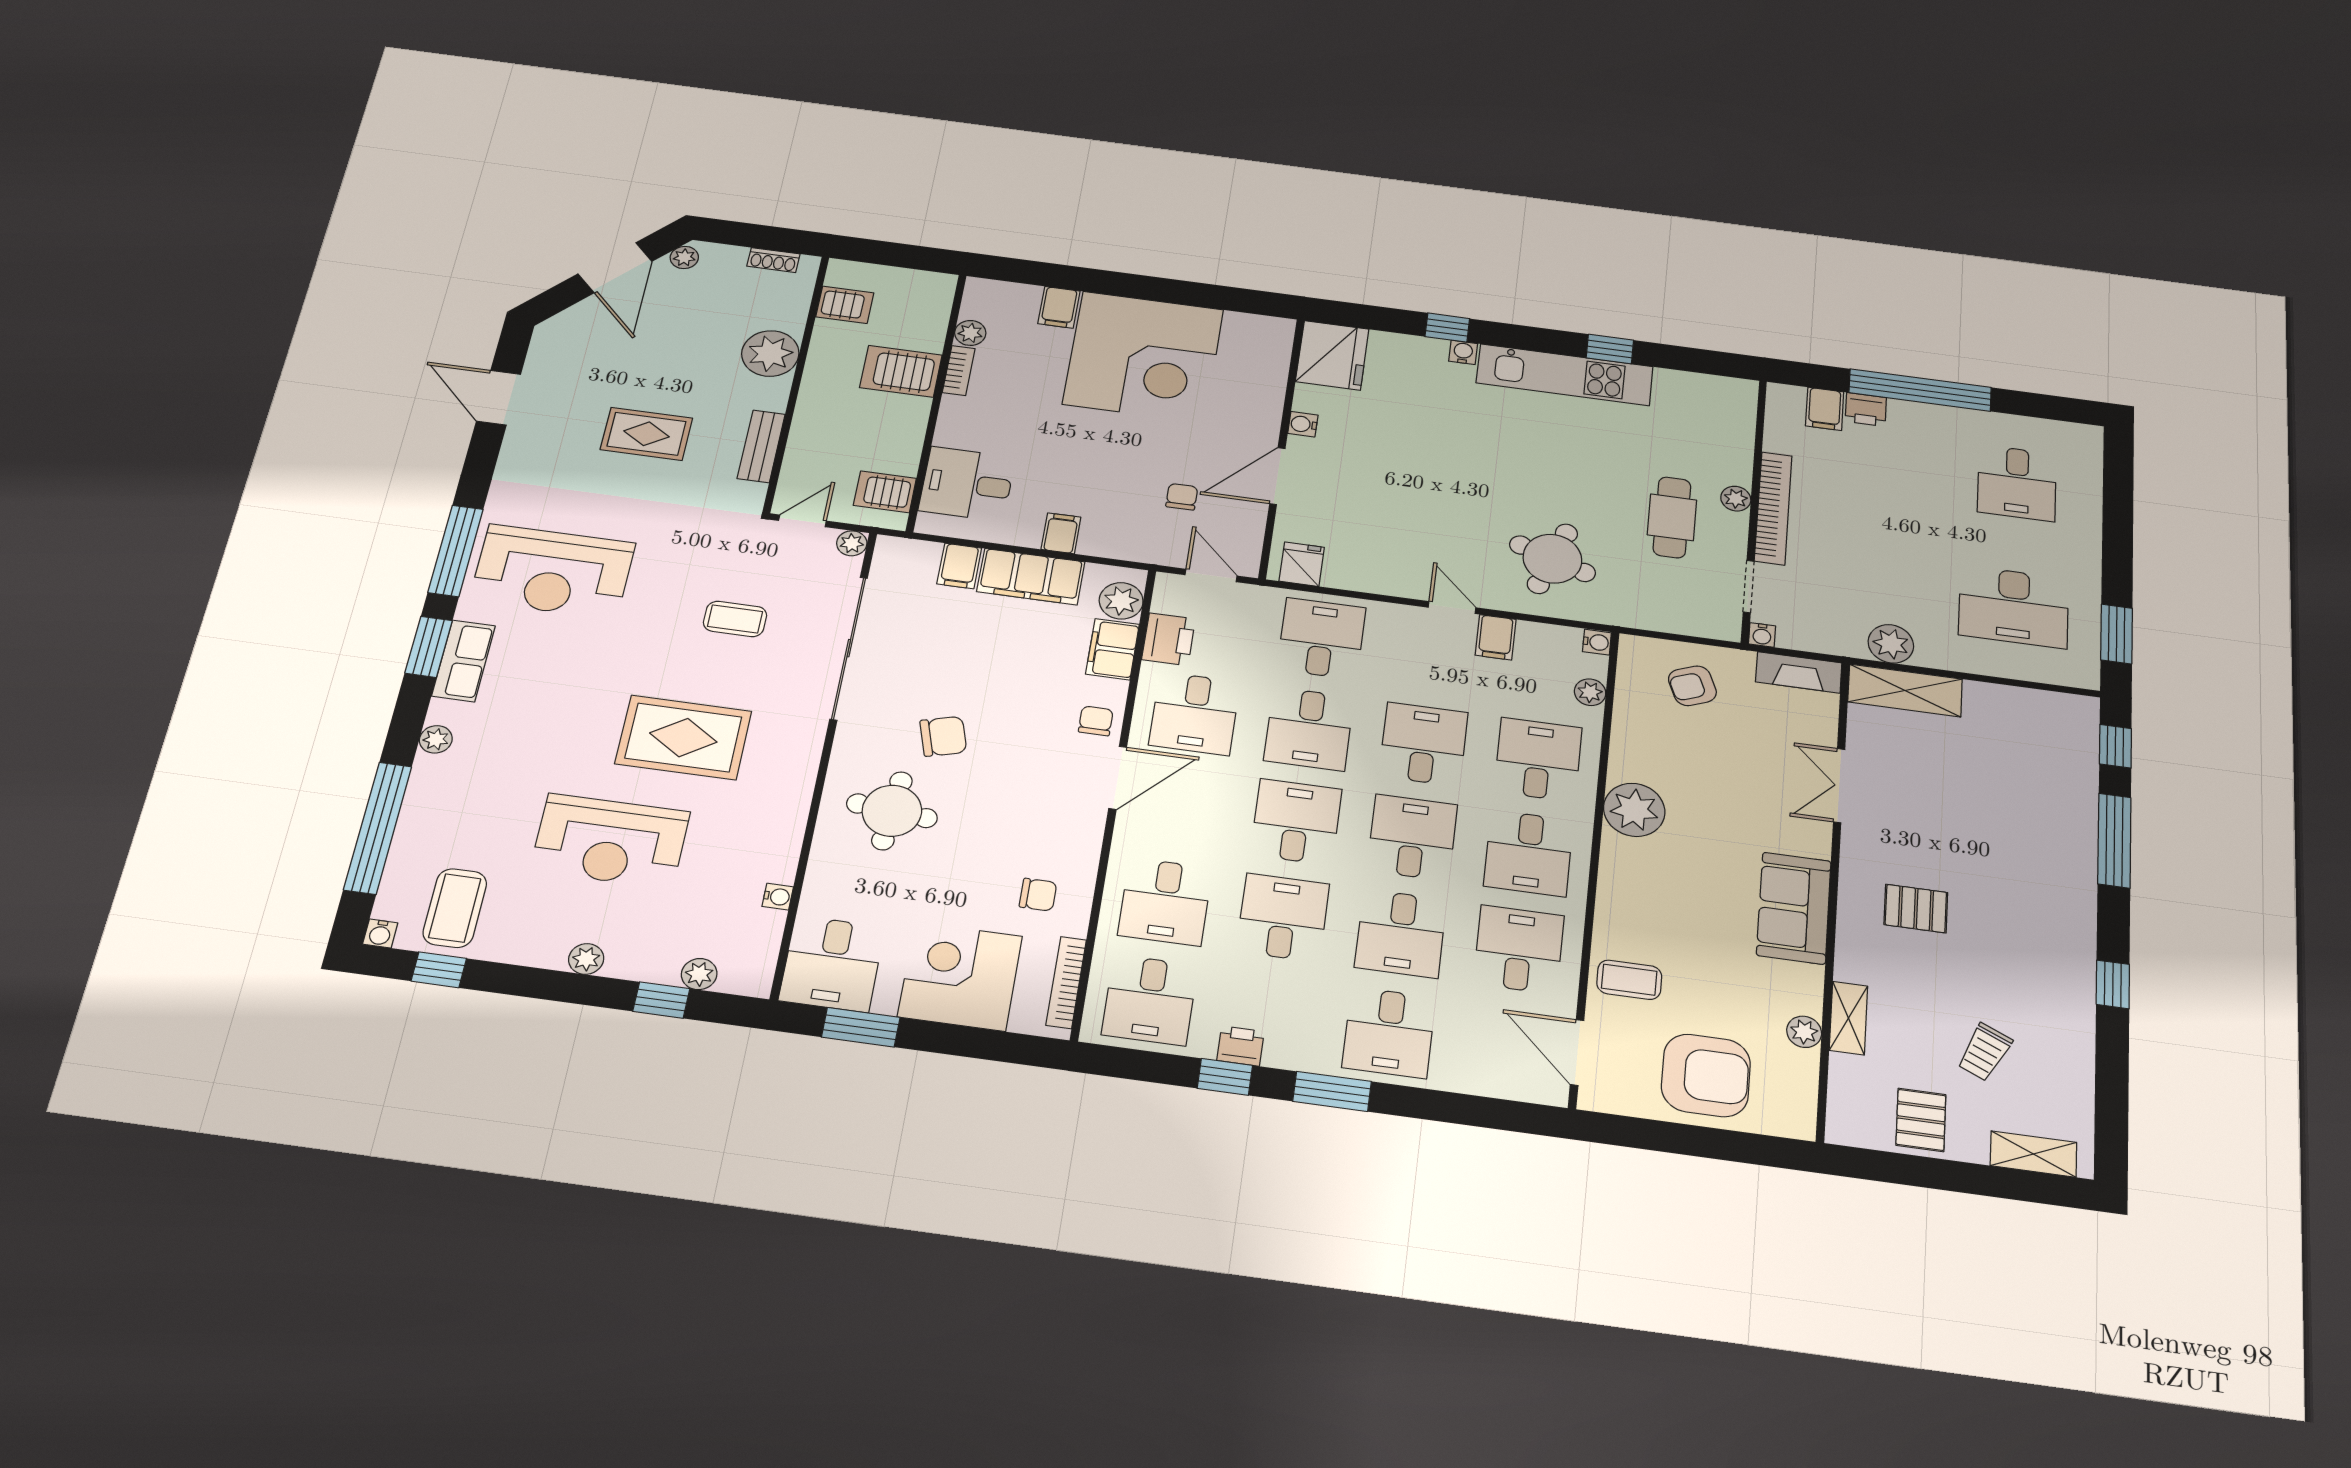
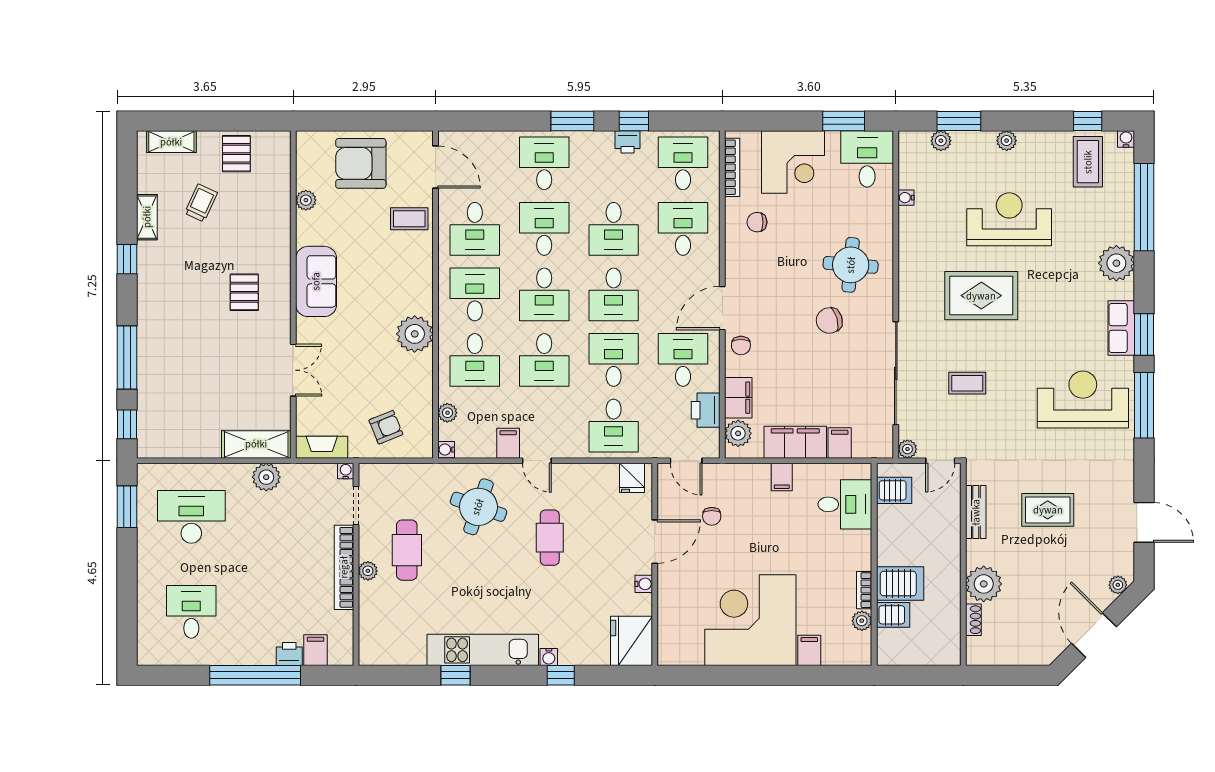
plant: (684, 257) -> (1118, 585), moved
shoe rack: (773, 260) -> (973, 620), moved, turned 90
server rack: (845, 305) -> (893, 615), moved, turned 180
cafe table: (1443, 503) -> (550, 538), added
plant: (436, 739) -> (1116, 263), width x1.87, depth x1.87
pallet: (1916, 909) -> (244, 292), turned 90
window: (661, 1000) -> (959, 121), width x1.50
shelving: (1848, 1018) -> (147, 217), moved

